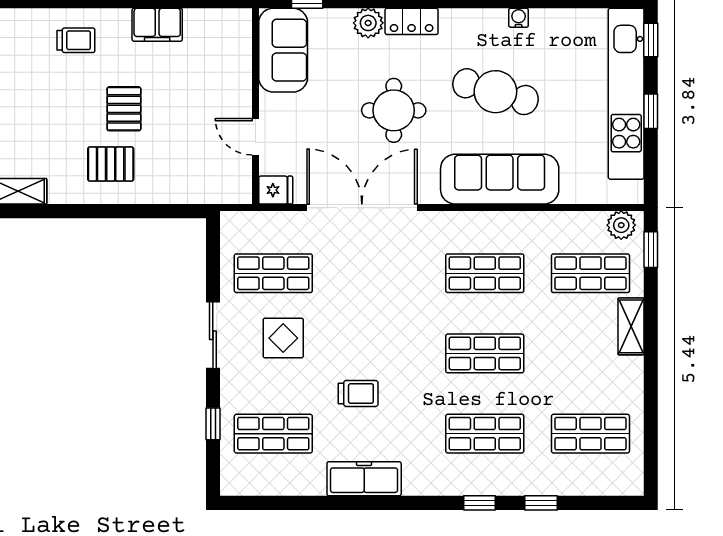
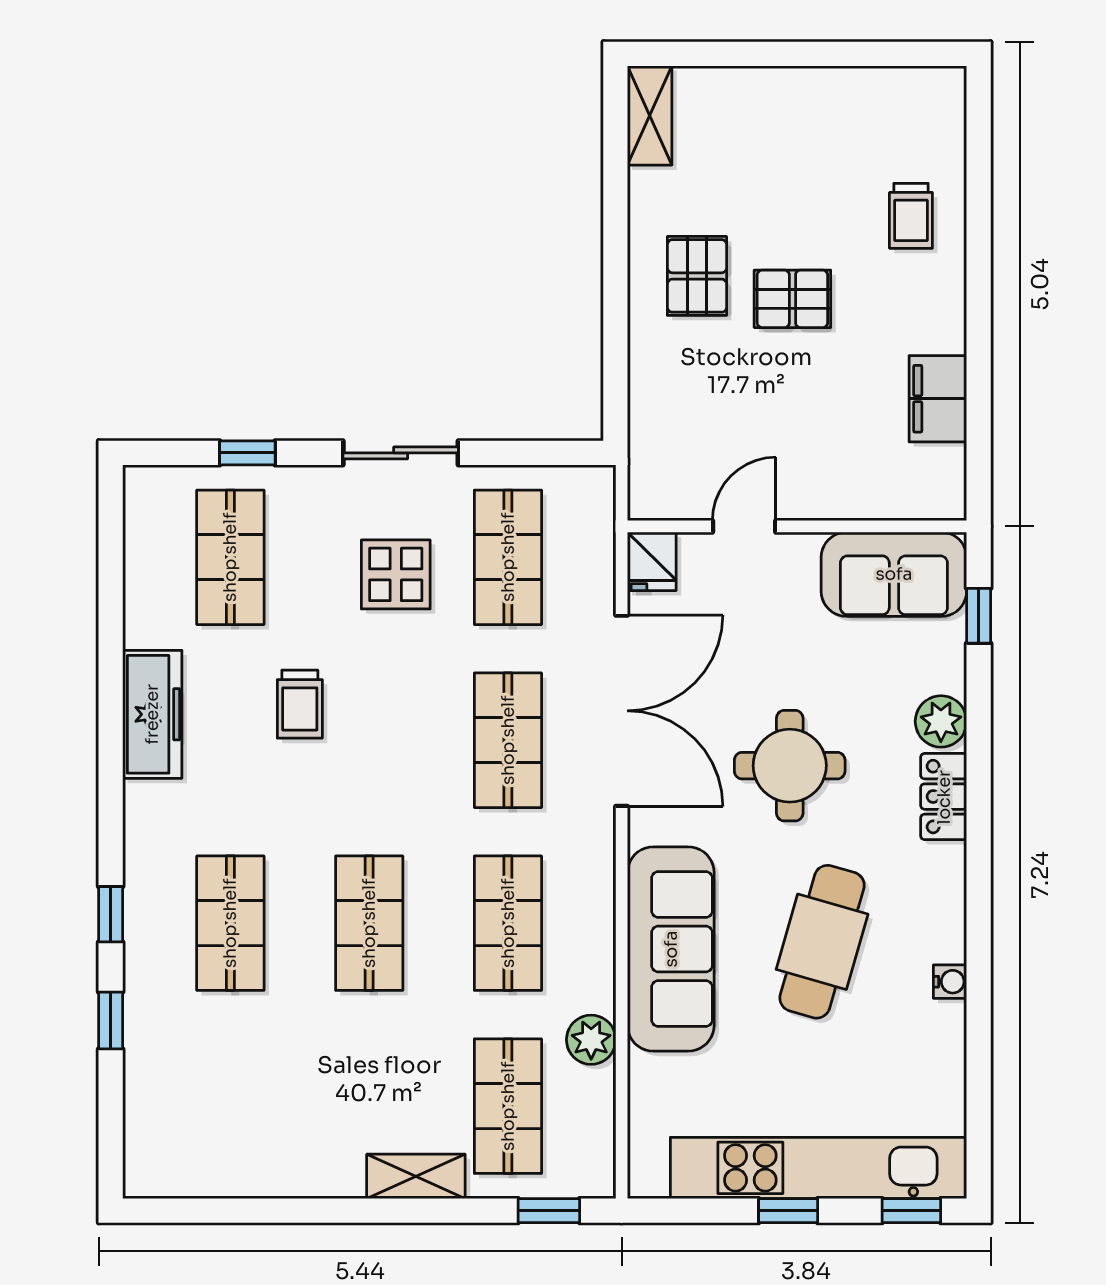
filing cabinet: (157, 25) -> (938, 399), moved
plant: (621, 225) -> (591, 1040), moved
shop shelf: (590, 434) -> (508, 740), moved

